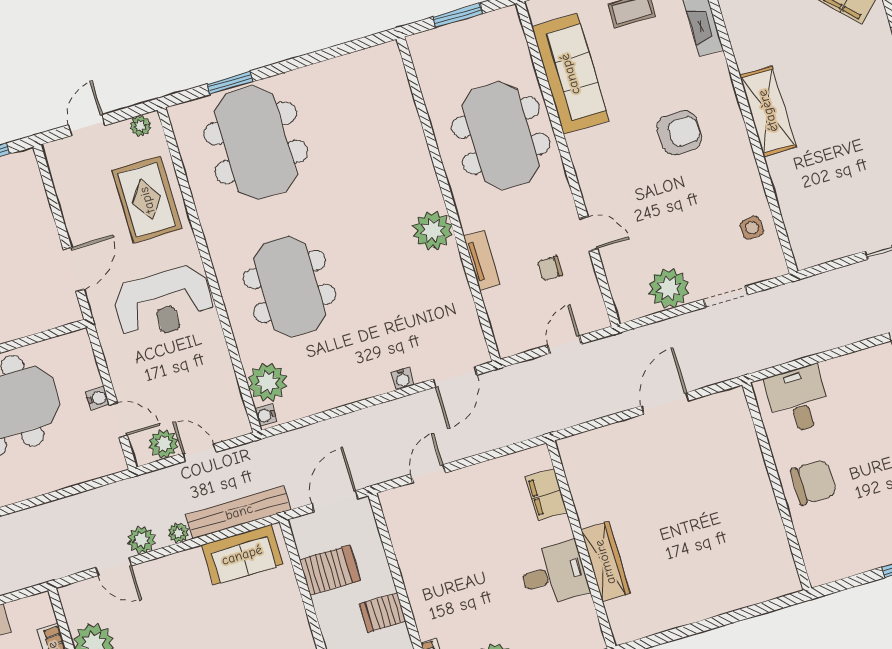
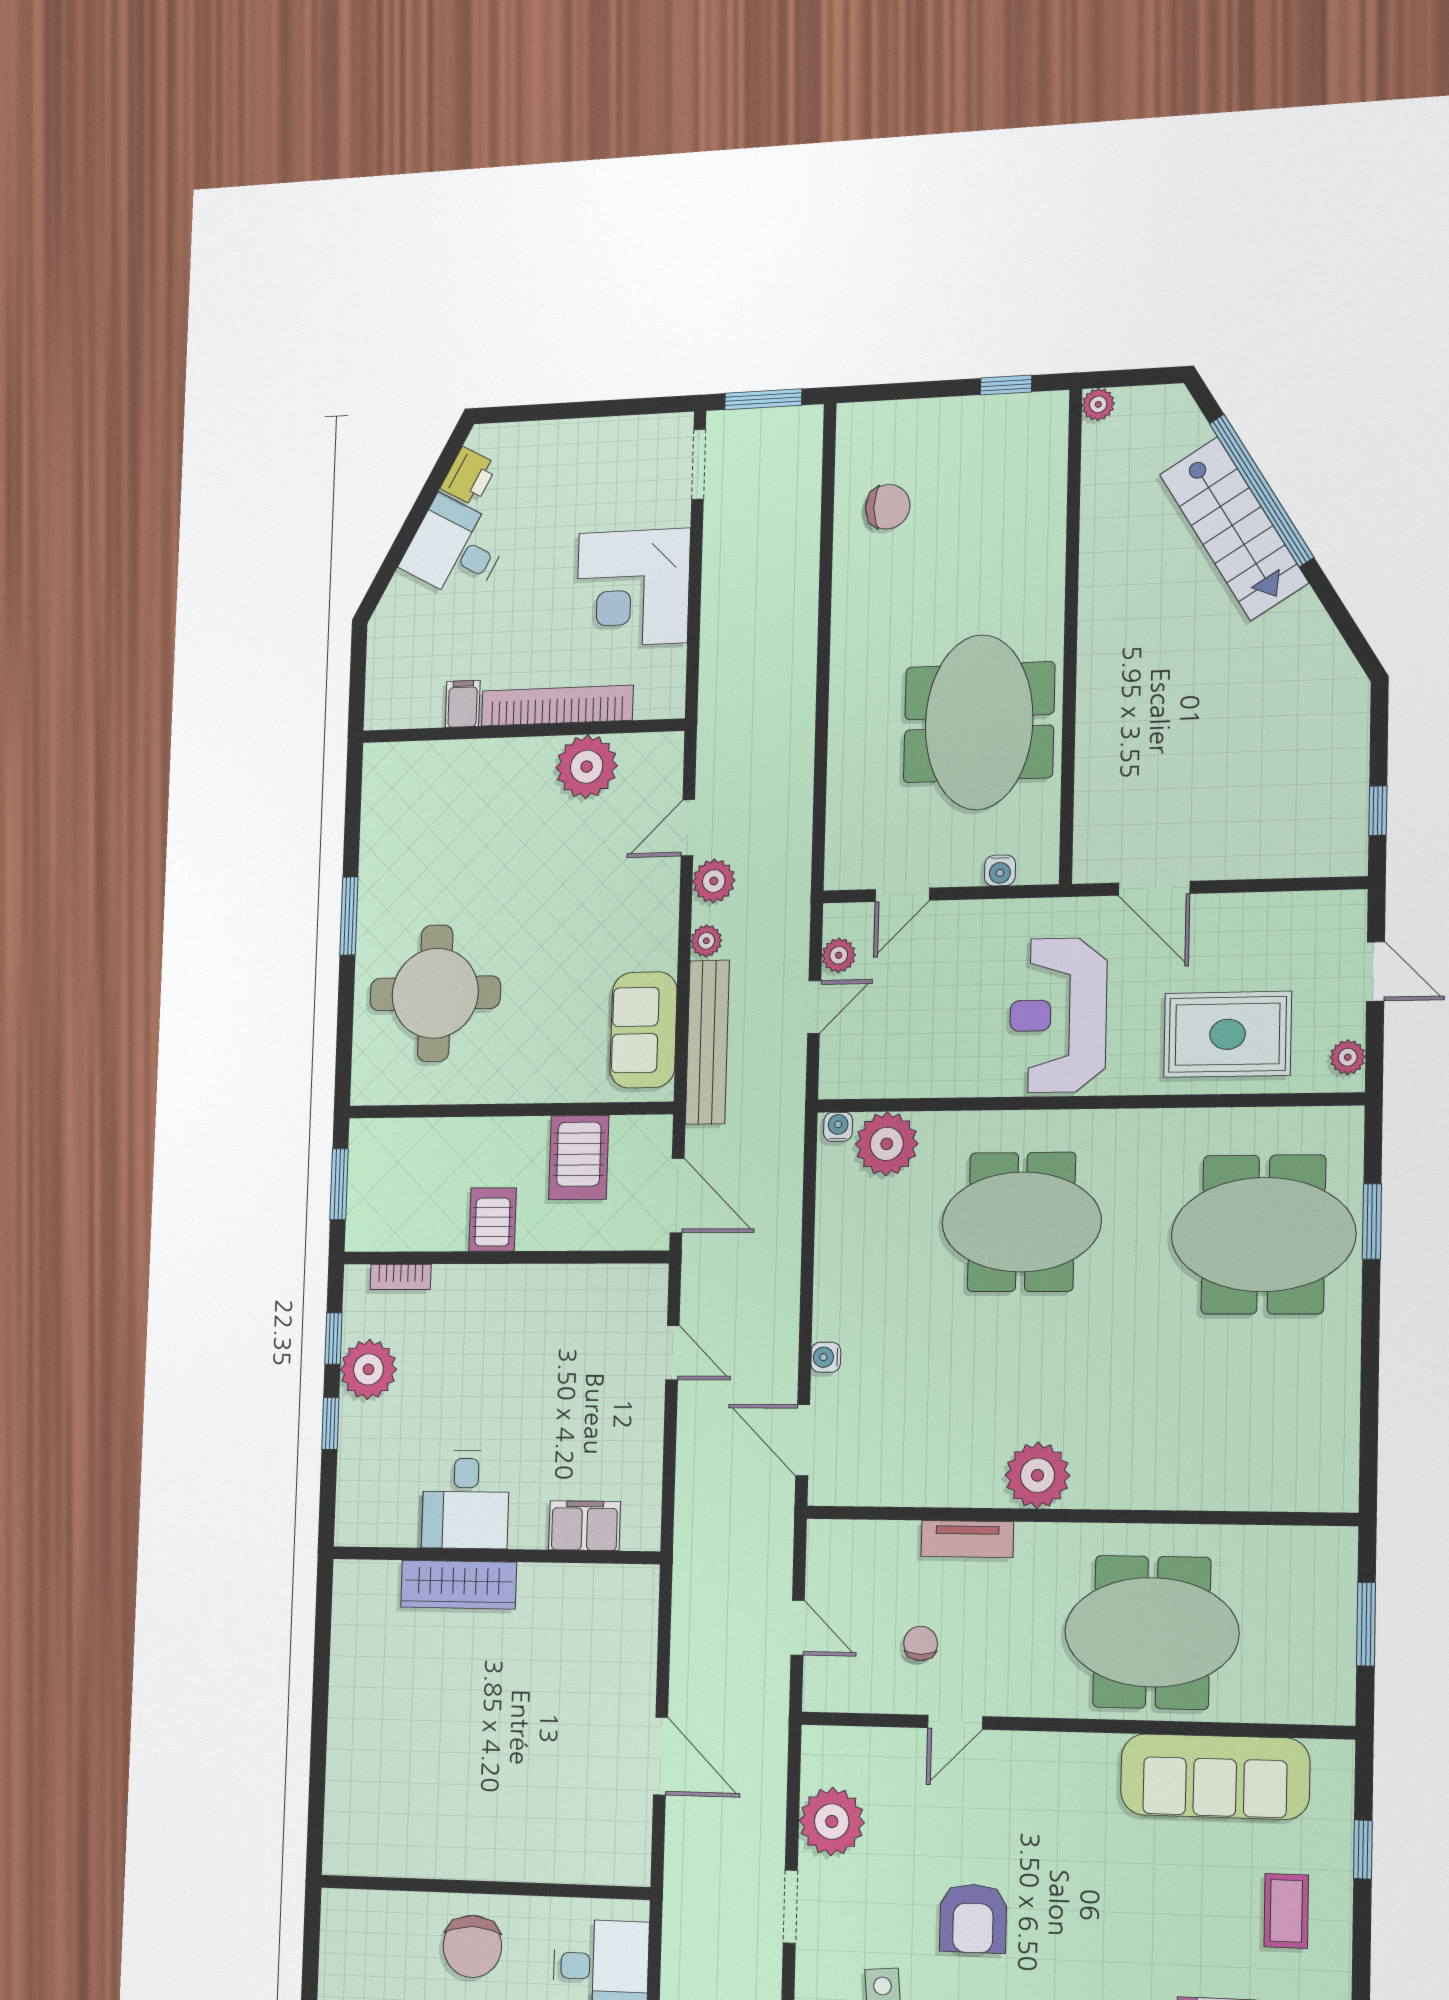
armchair: (679, 133) -> (973, 1918), moved
water cooler: (98, 398) -> (1000, 870), moved
plant: (163, 444) -> (839, 955), width x0.73, depth x0.73

